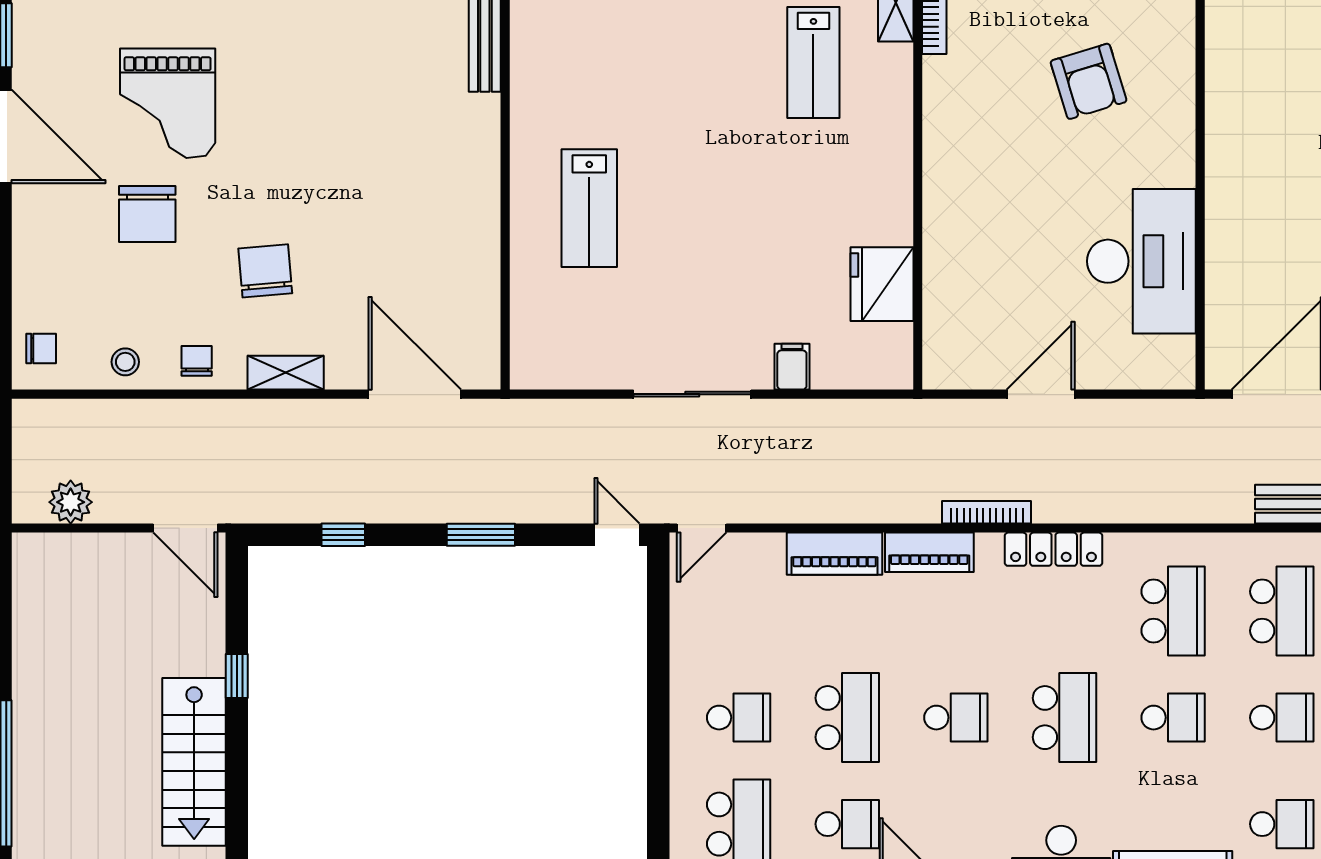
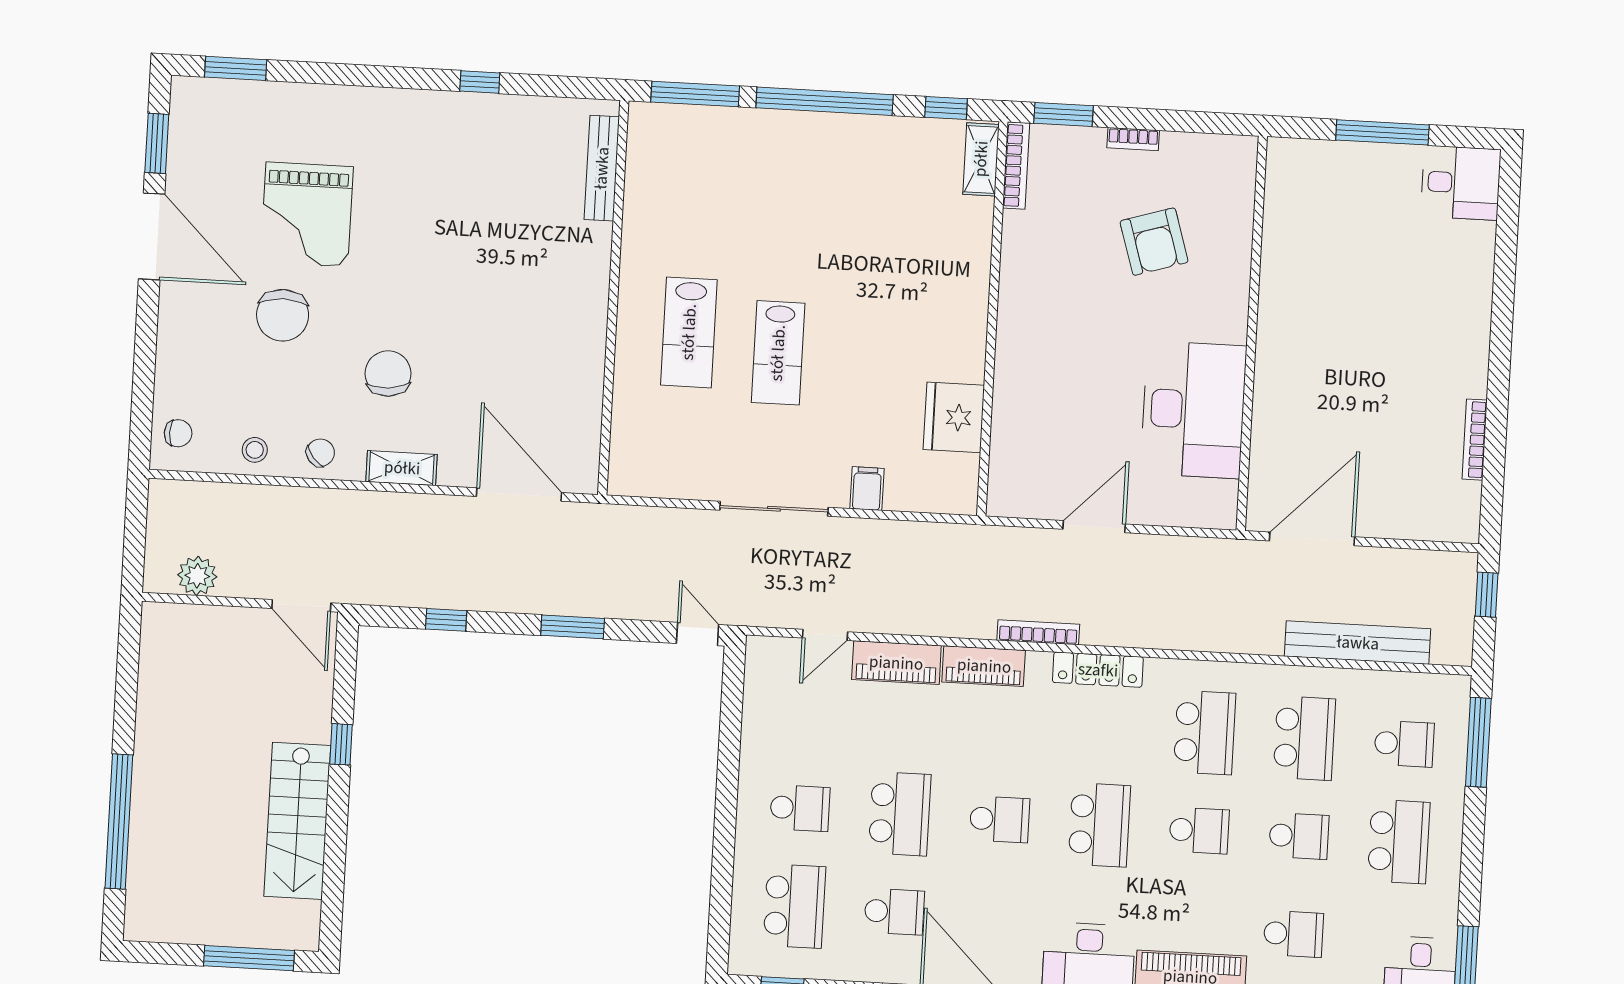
lab bench: (813, 62) -> (778, 353), moved
chair: (197, 361) -> (320, 453), turned 51
door: (702, 528) -> (825, 635), moved

